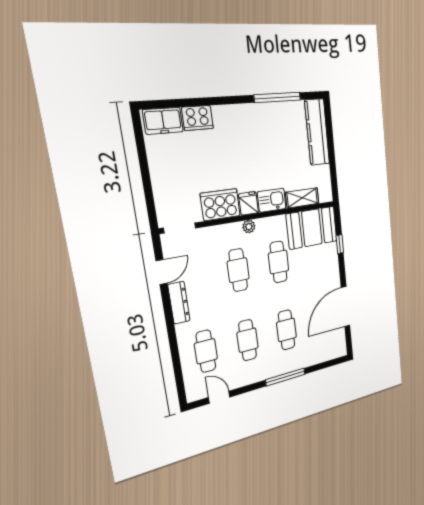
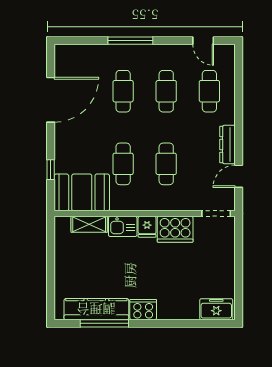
cooker: (197, 118) -> (143, 310), moved
kitchen counter: (317, 132) -> (96, 309), moved, turned -90
plant: (249, 227) -> (150, 204), removed

